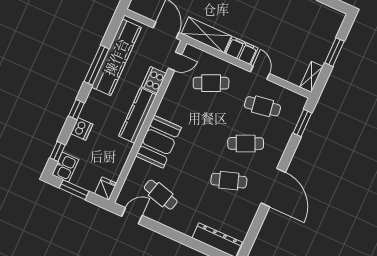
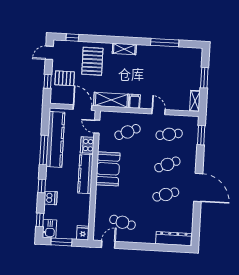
filing cabinet: (241, 51) -> (135, 101), width x0.50
door: (175, 61) -> (97, 127), swing flipped
booth: (159, 142) -> (108, 169), moved

